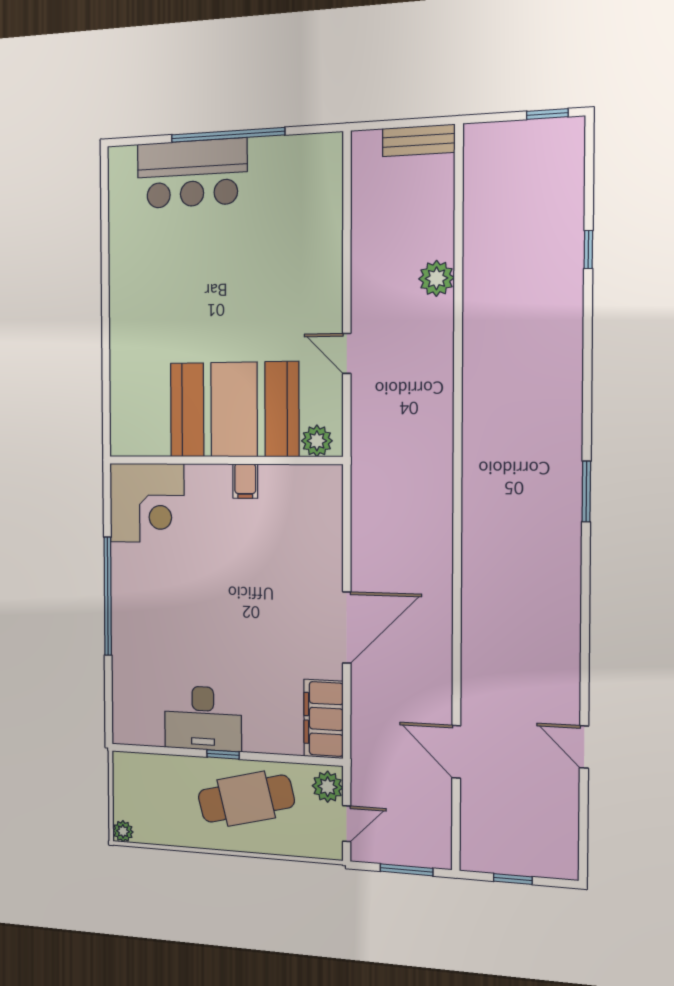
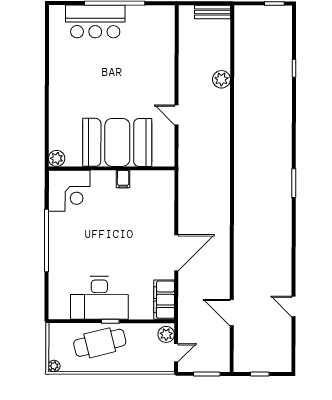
plant: (317, 441) -> (57, 158), moved
desk: (203, 718) -> (99, 298), width x1.36, depth x1.30
cafe table: (246, 799) -> (100, 343), moved

